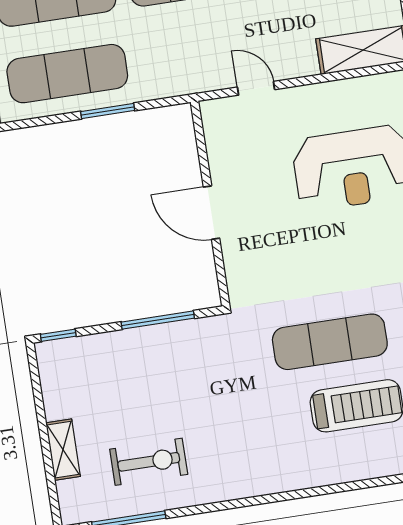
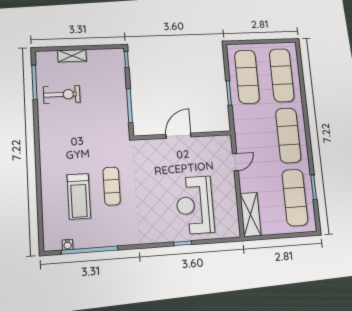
exercise mat: (330, 342) -> (112, 186), width x0.73, depth x0.69
exercise bike: (149, 462) -> (62, 94), turned -90

